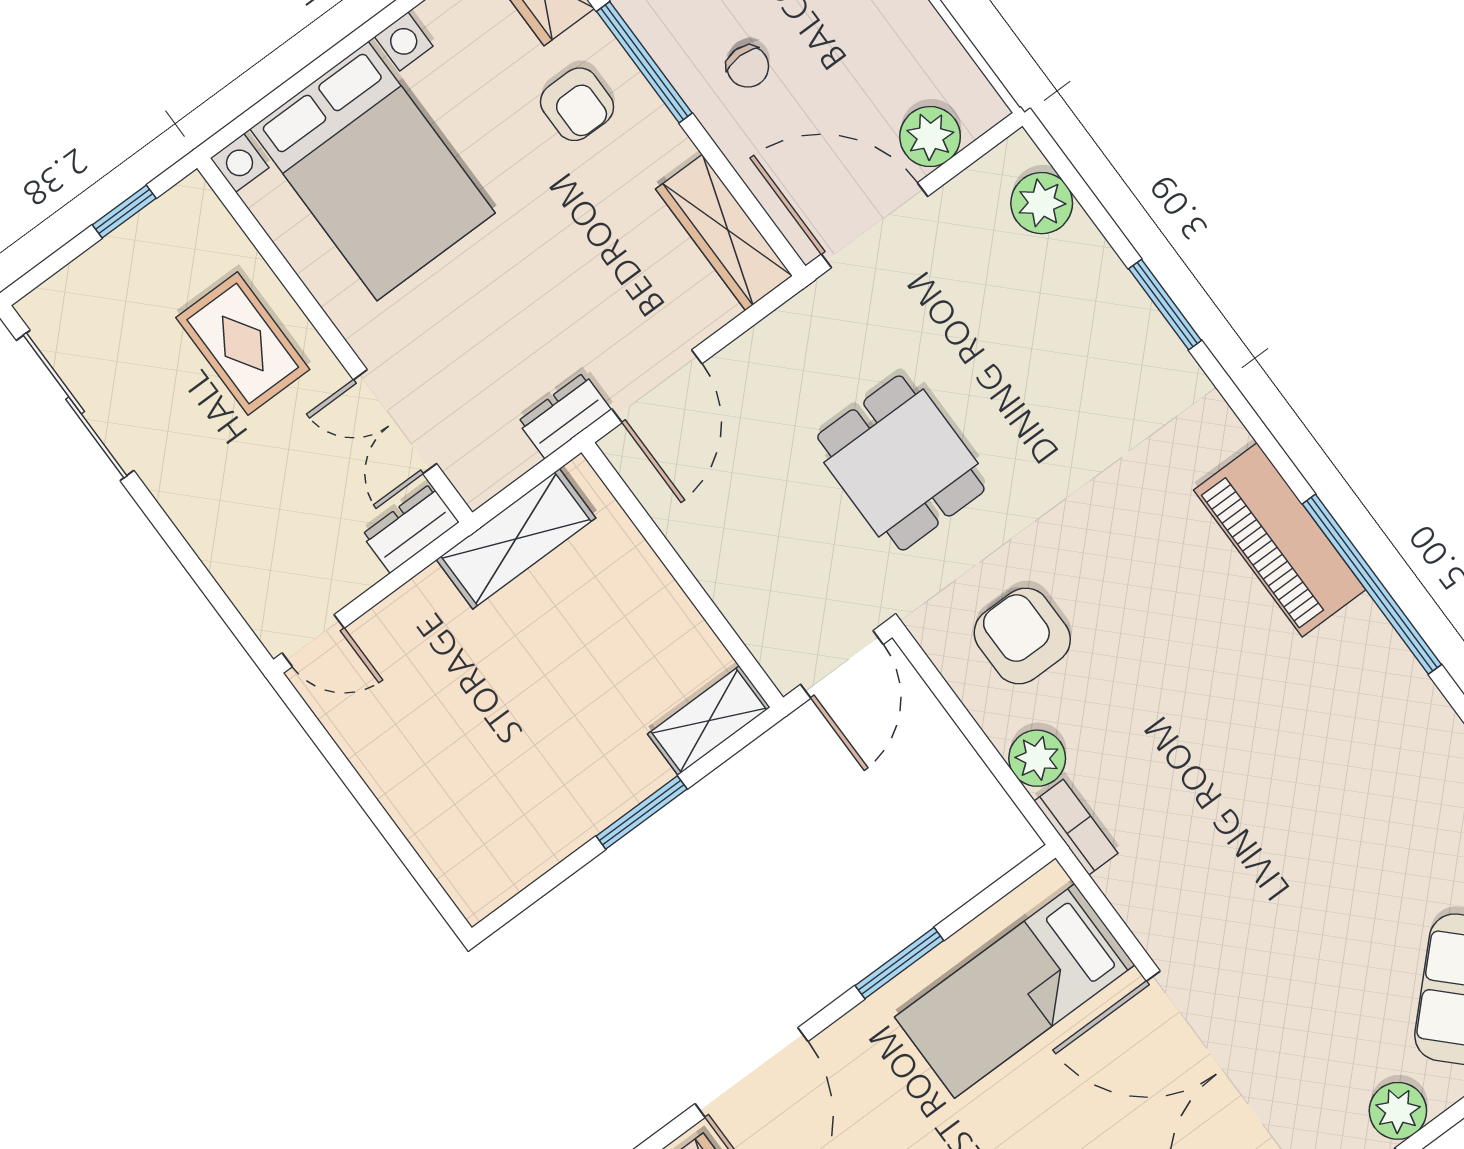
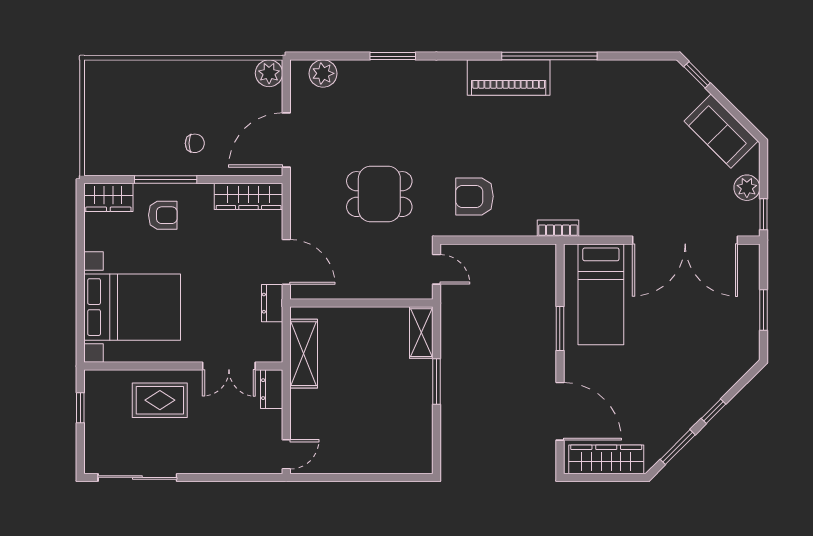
plant: (930, 137) -> (269, 73), moved
door: (842, 664) -> (436, 269), width x0.73
plant: (1037, 758) -> (523, 224), removed

